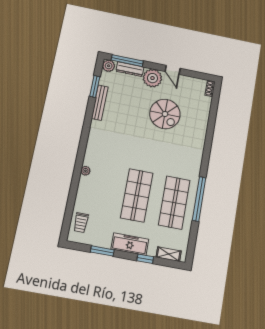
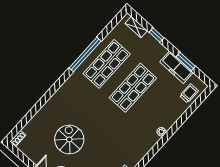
freezer: (130, 244) -> (177, 67), moved

